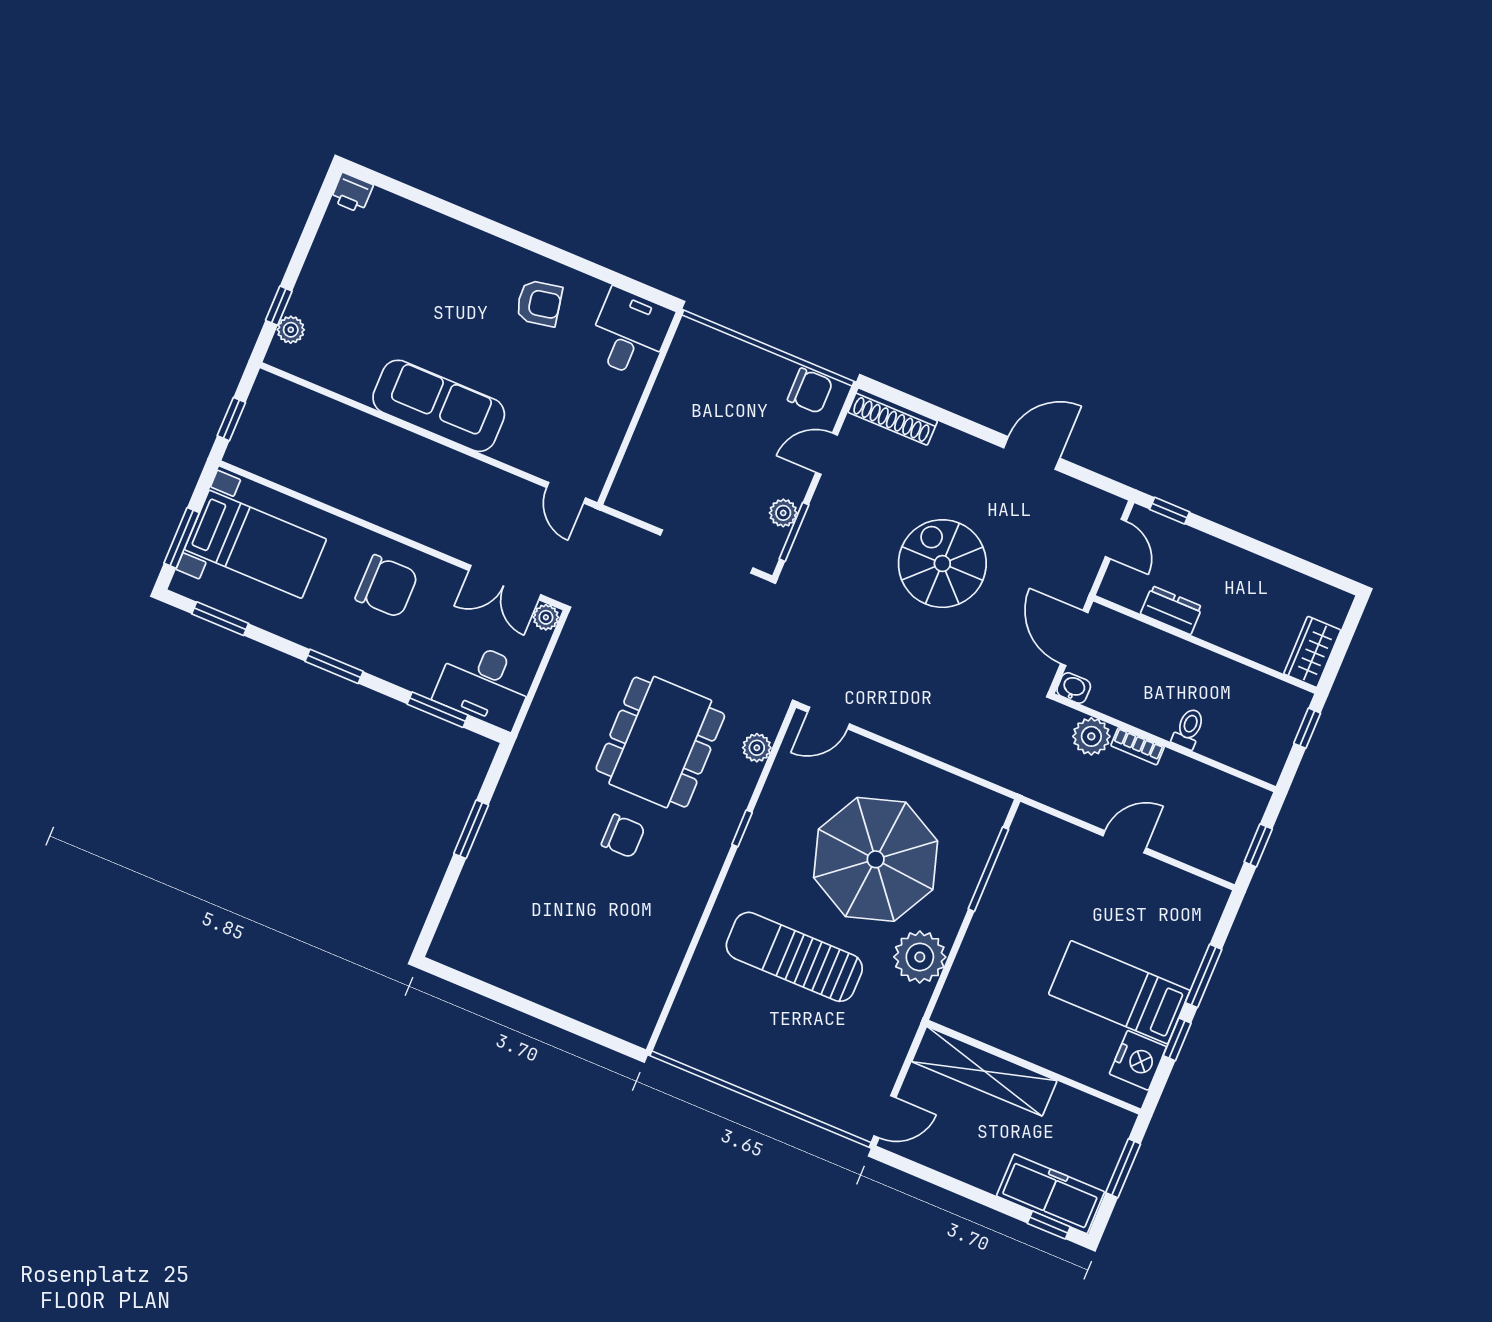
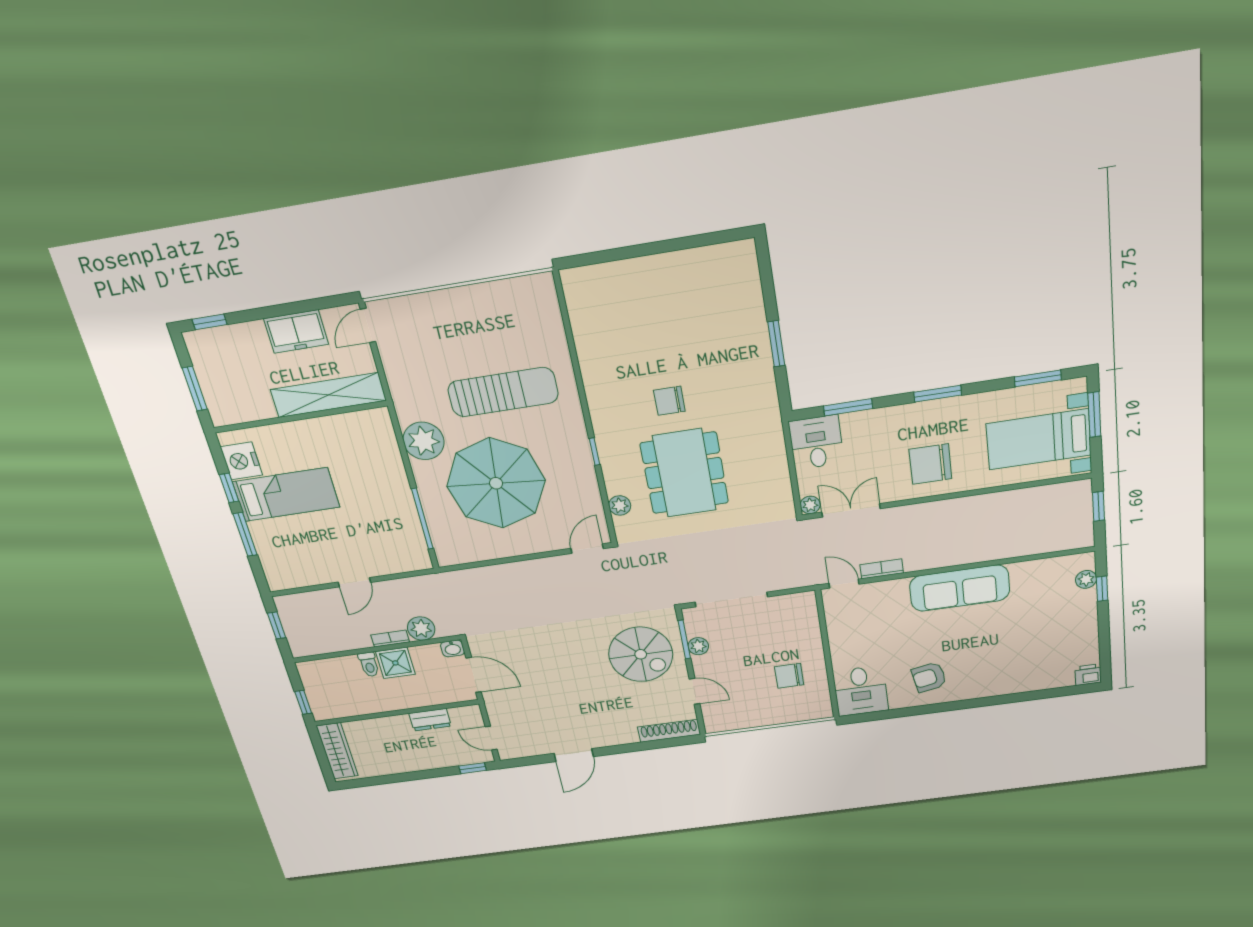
chair: (810, 391) -> (789, 676), moved
door: (827, 454) -> (695, 691), hinge flipped
bookcase: (513, 486) -> (882, 569), added
spiral stairs: (942, 564) -> (641, 654), moved
wardrobe: (1312, 652) -> (337, 751), width x1.50
desk: (484, 685) -> (816, 442), width x0.73
shower: (1156, 711) -> (395, 663), added
freezer: (1051, 1194) -> (296, 331), moved, width x0.71

